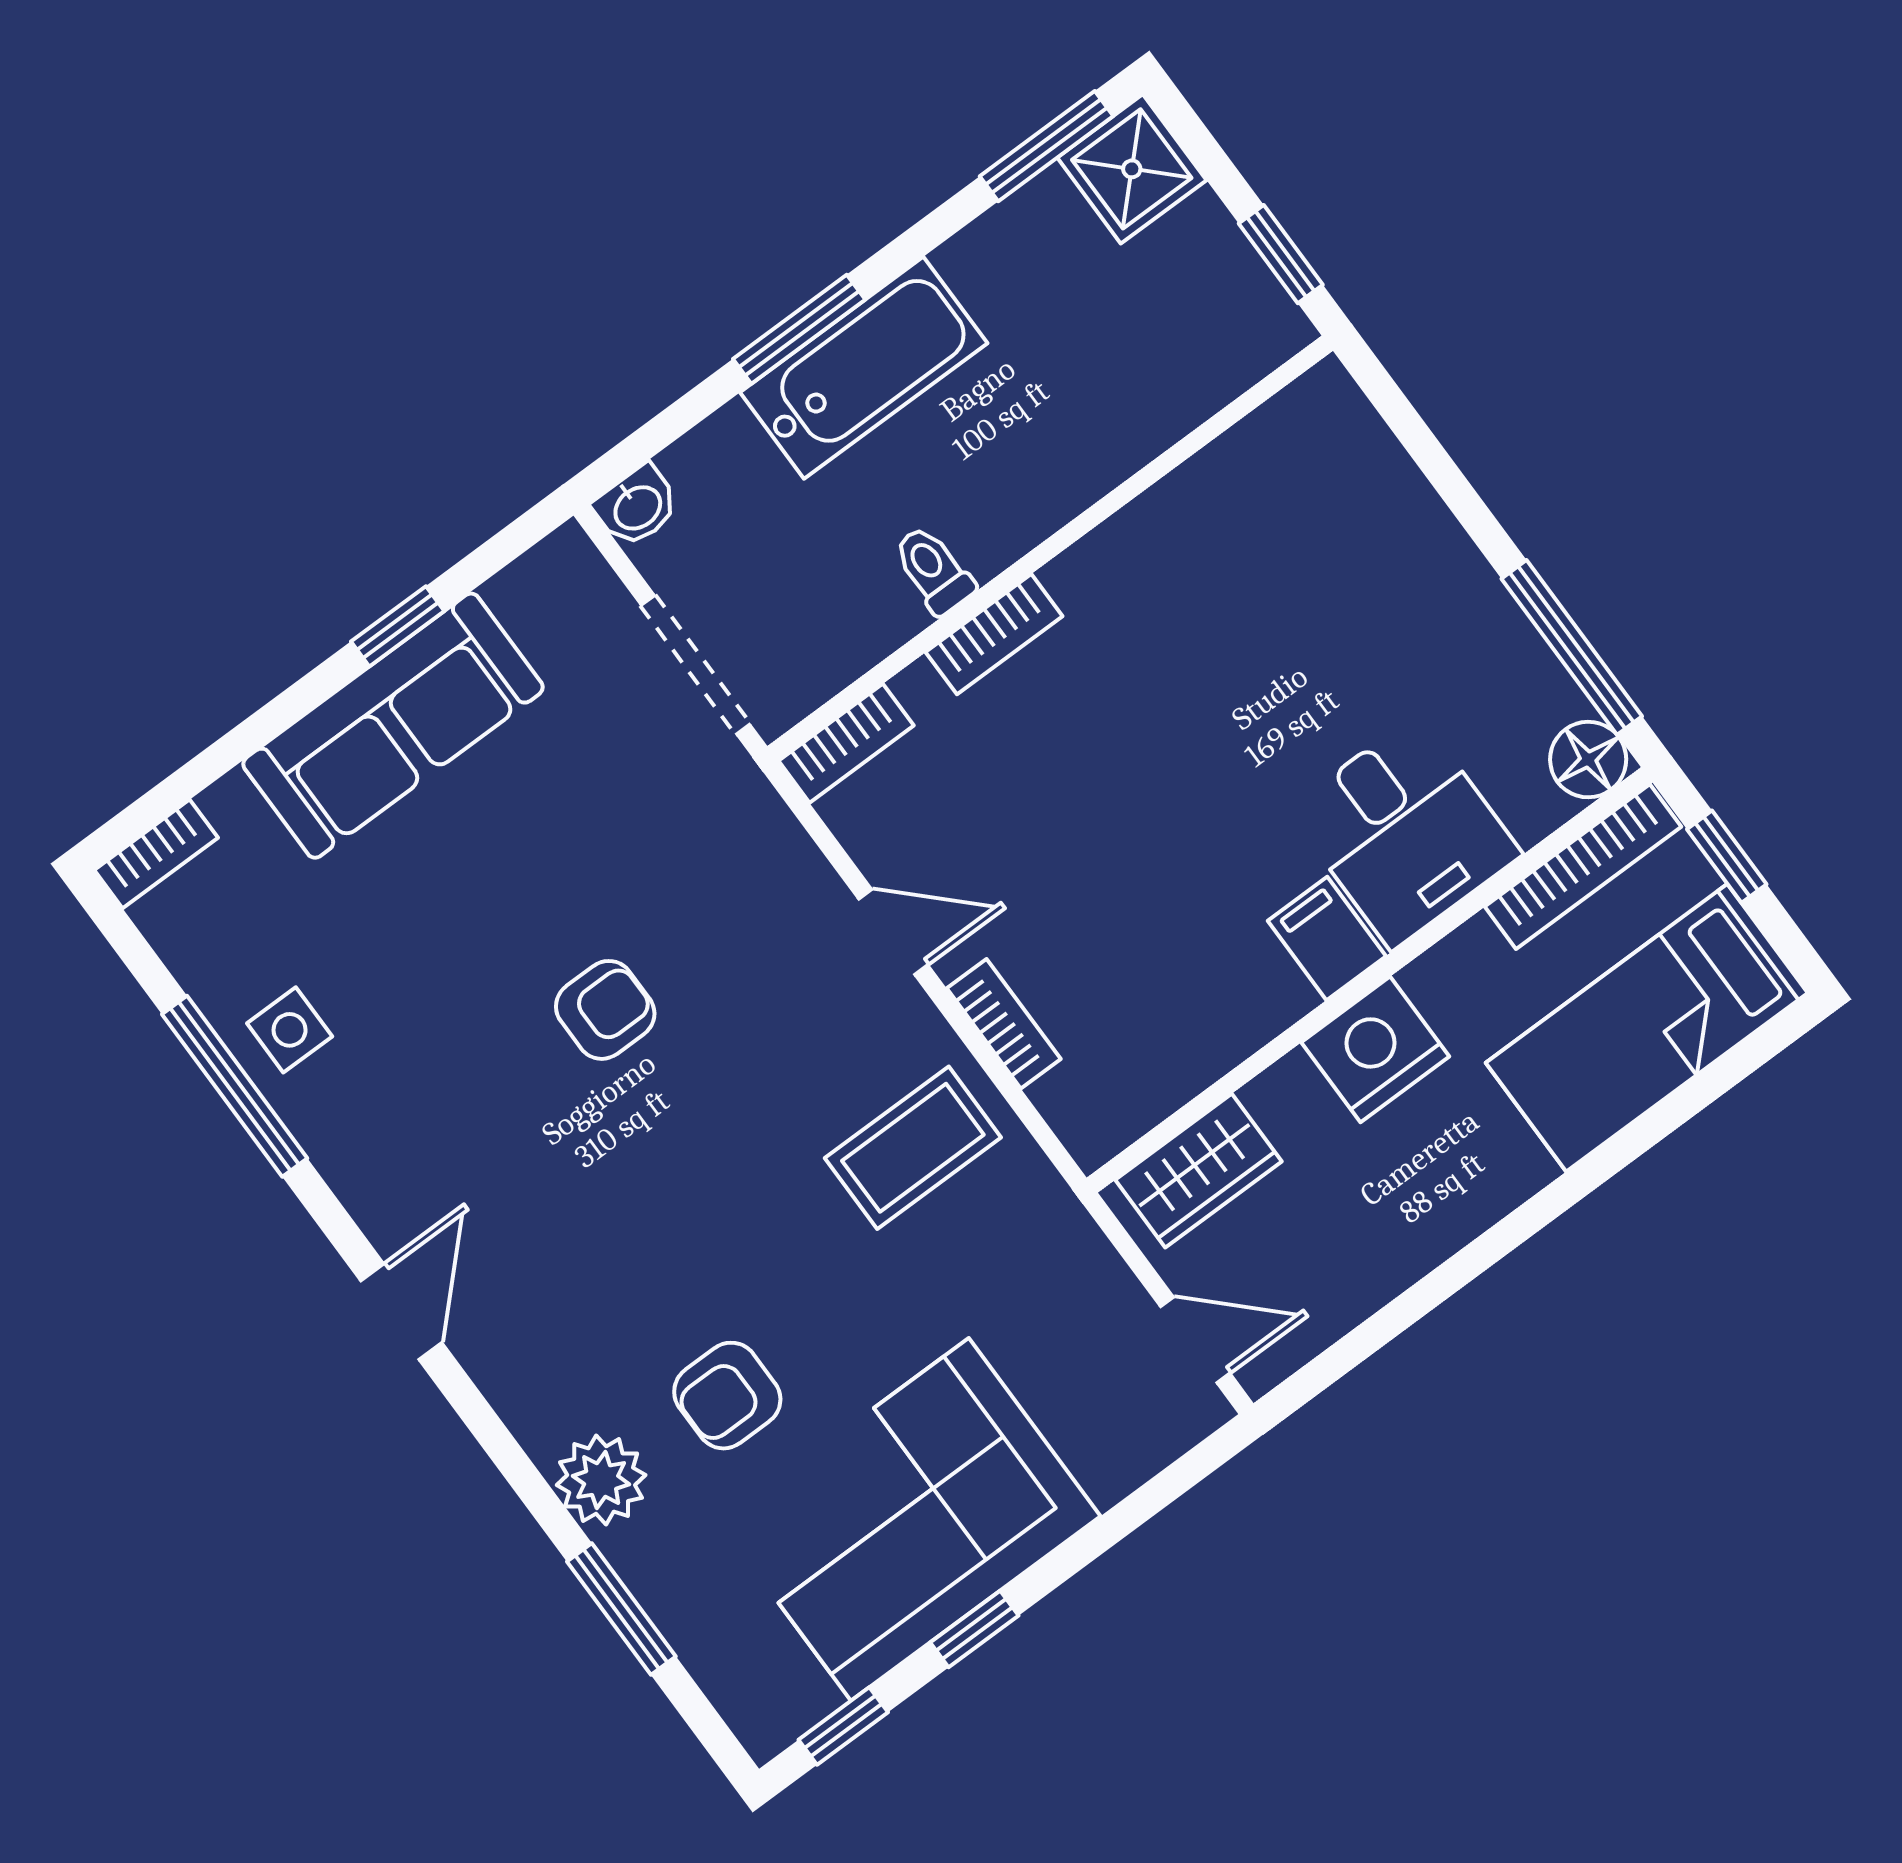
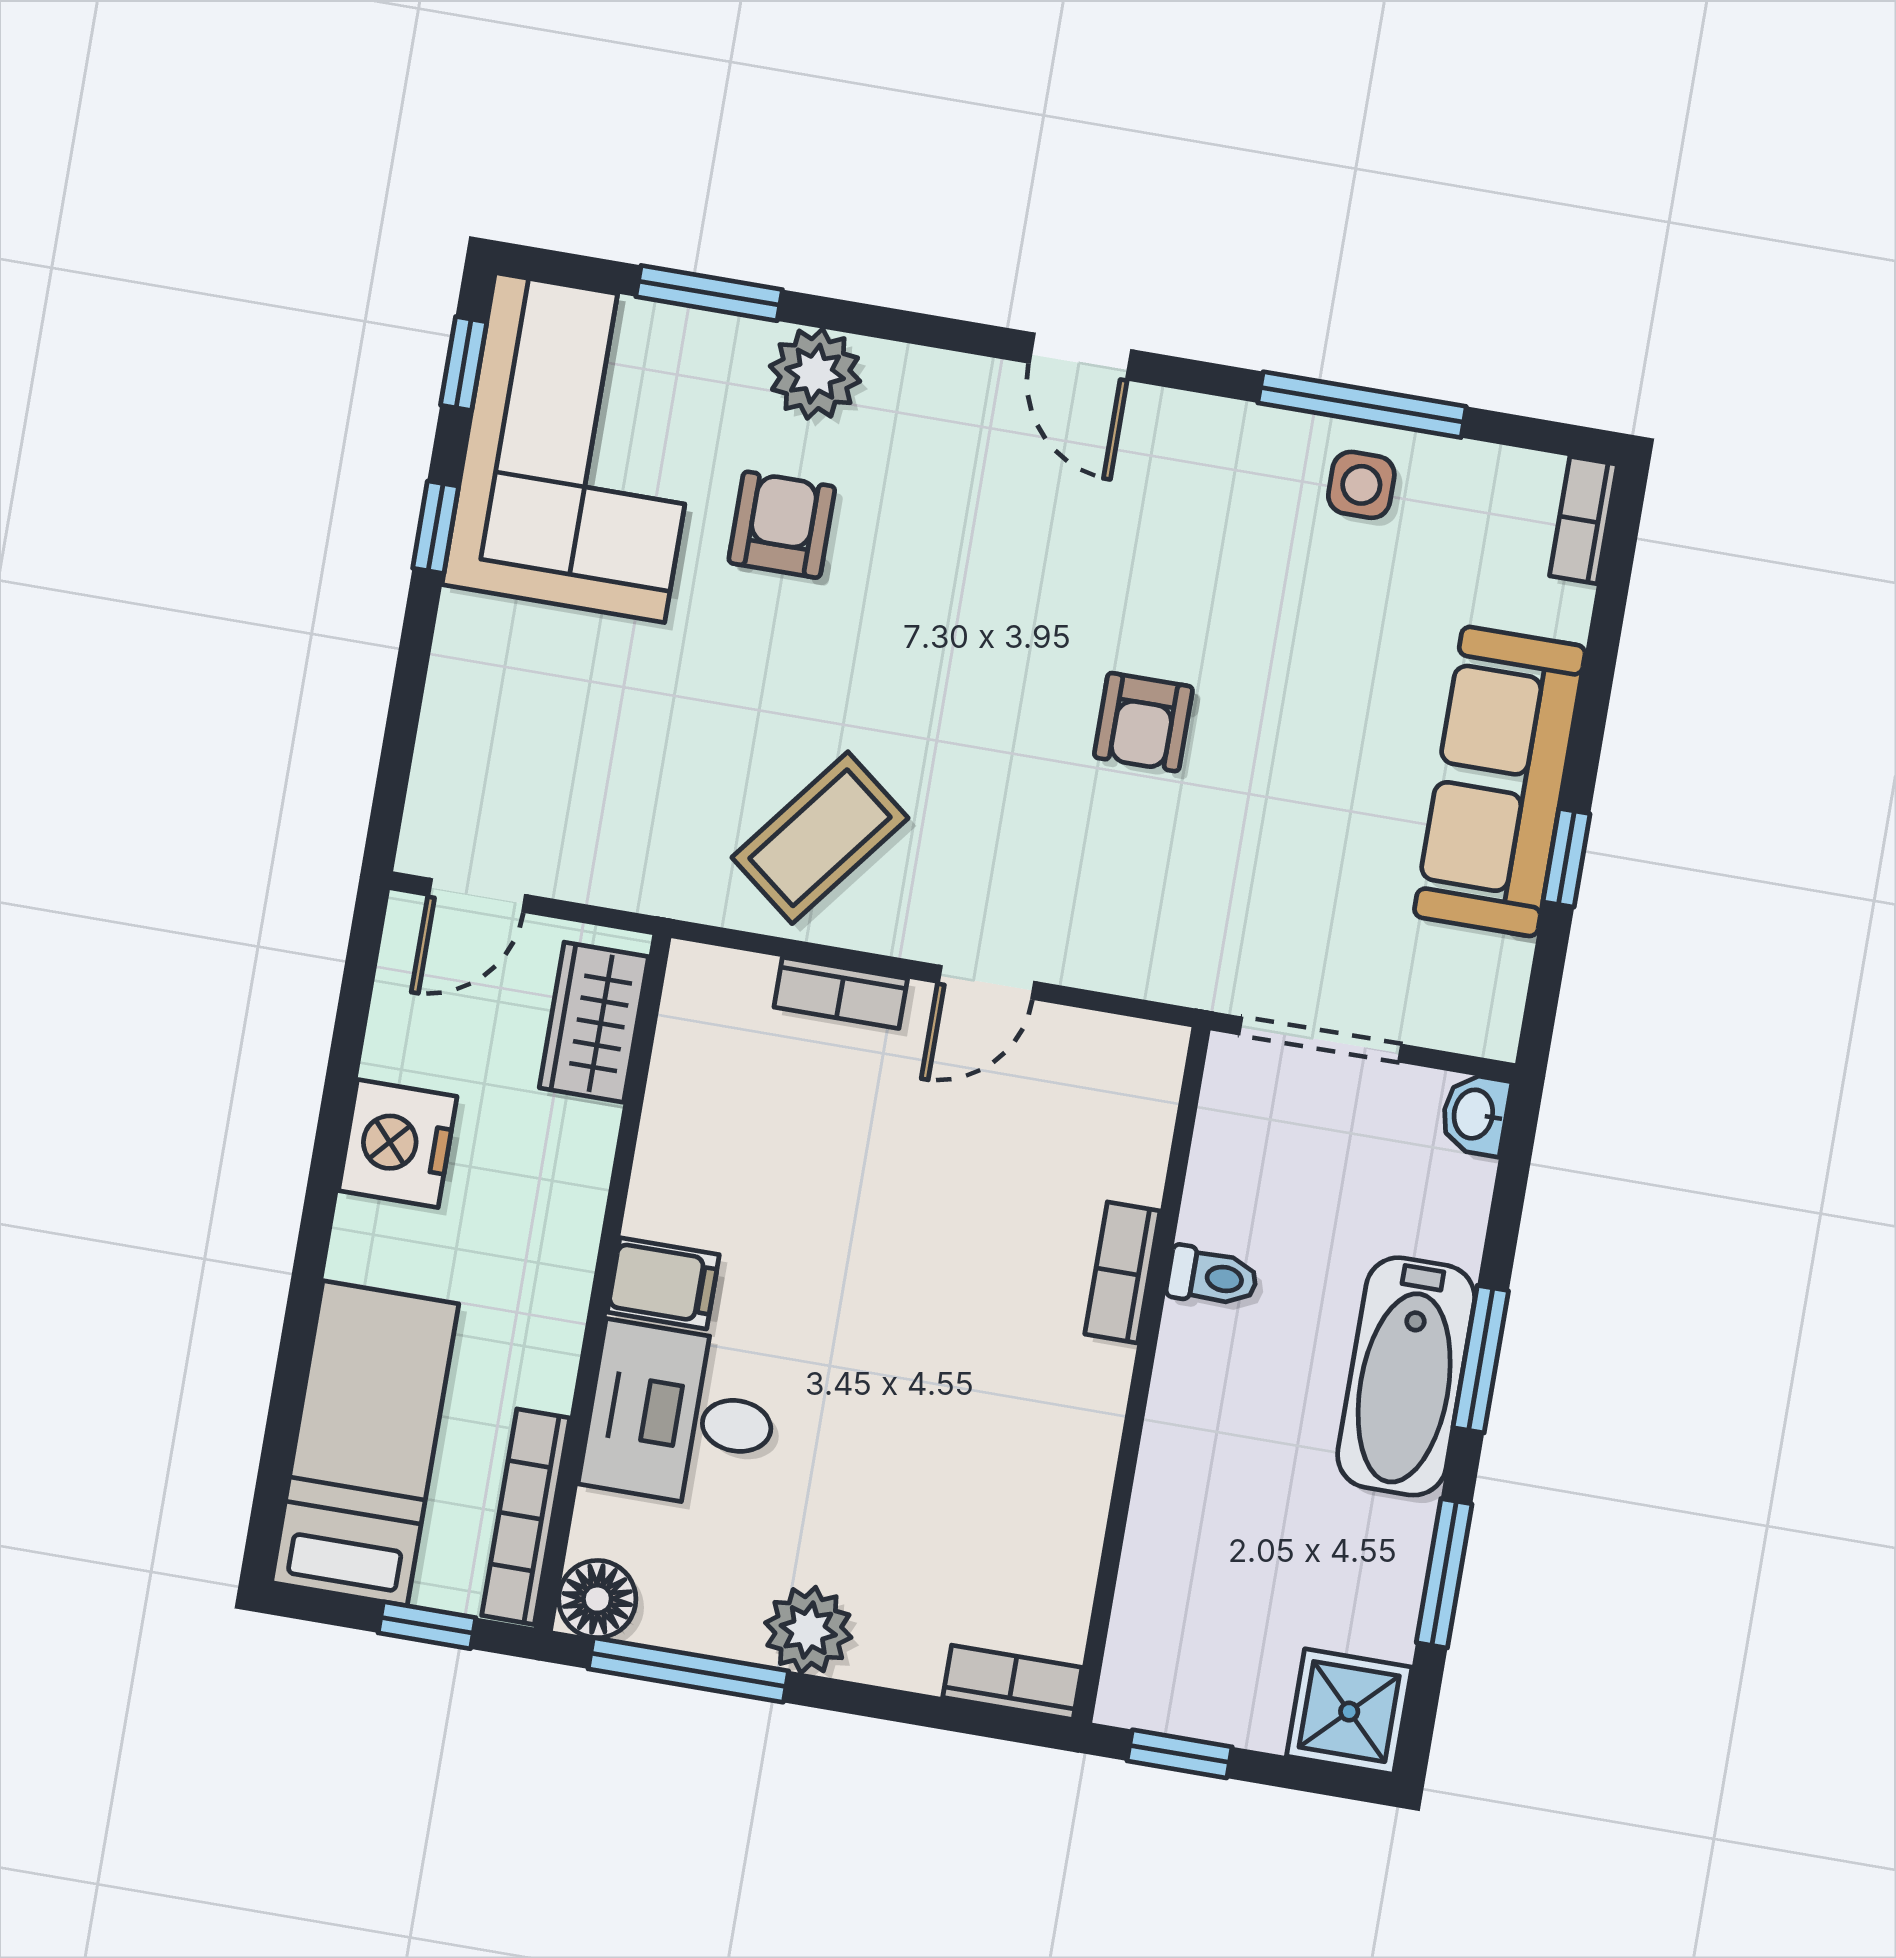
window: (1047, 146) -> (1444, 1573), moved
plant: (1460, 594) -> (808, 1630), added
bookcase: (846, 743) -> (1012, 1682), moved, turned 90
nightstand: (1375, 1049) -> (398, 1144), moved, turned 180
coffee table: (913, 1148) -> (820, 838), turned 38
corner sofa: (910, 1519) -> (580, 448), moved

